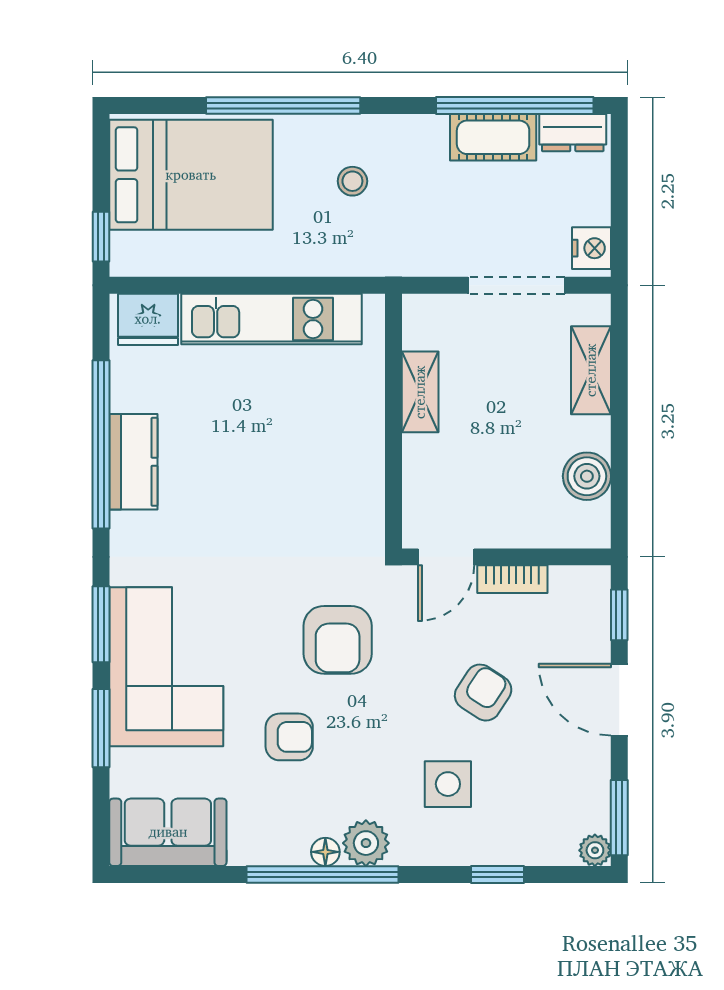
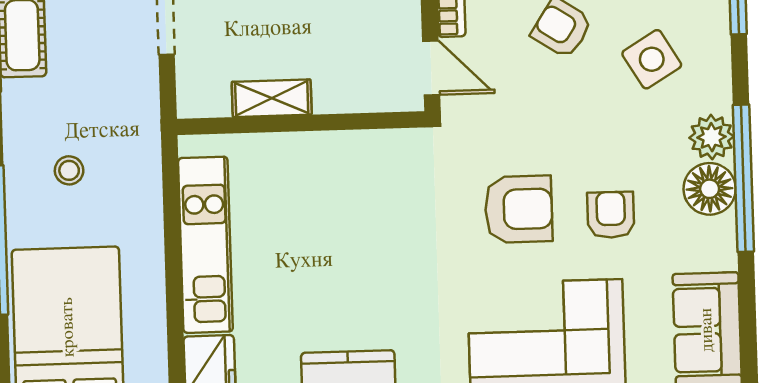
armchair: (338, 640) -> (519, 209), moved
side table: (448, 784) -> (652, 59), turned -31
floor lamp: (325, 852) -> (710, 189), width x1.89, depth x1.89

